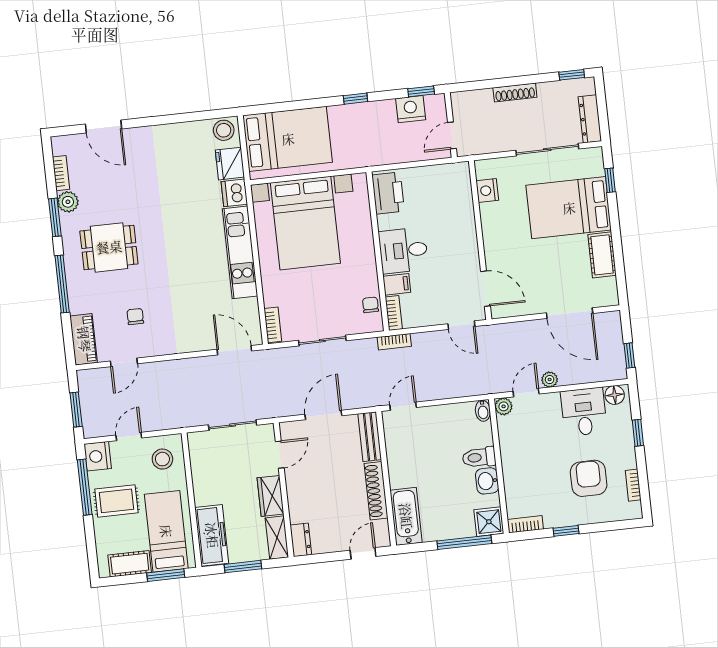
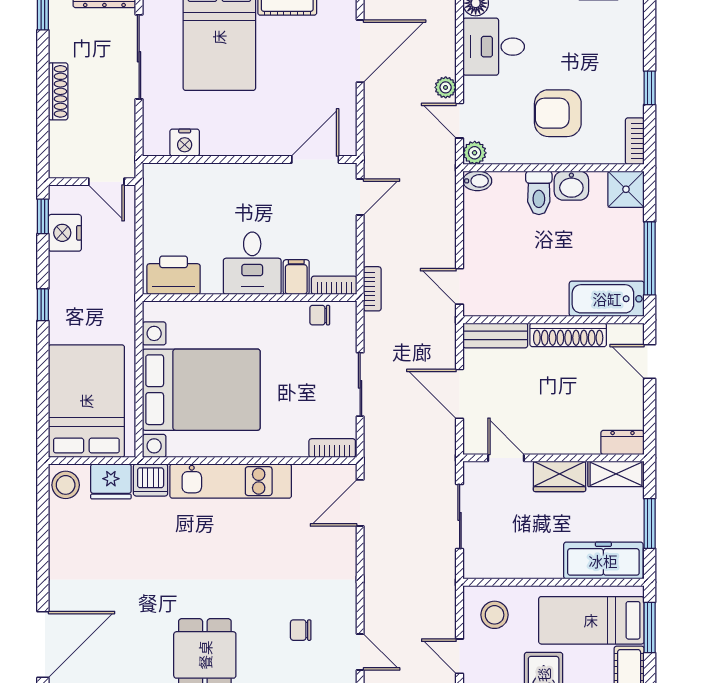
door: (104, 126) -> (43, 644), width x1.36
armchair: (589, 478) -> (558, 113), moved
window: (464, 542) -> (650, 258), moved

